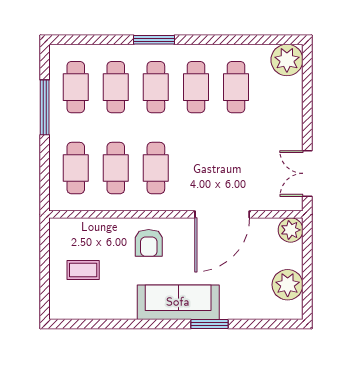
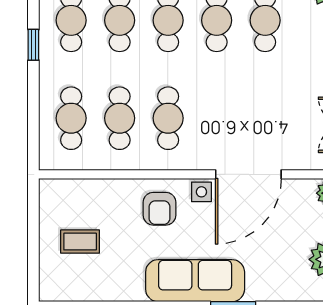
window: (45, 107) -> (33, 45), width x0.46
side table: (183, 229) -> (201, 192), added

